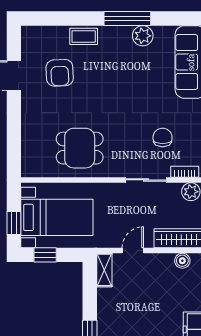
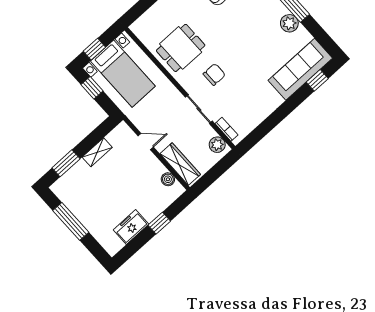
chair: (163, 137) -> (214, 74), moved
dining table: (80, 148) -> (181, 48), turned 90
shelving: (104, 270) -> (97, 152), moved

